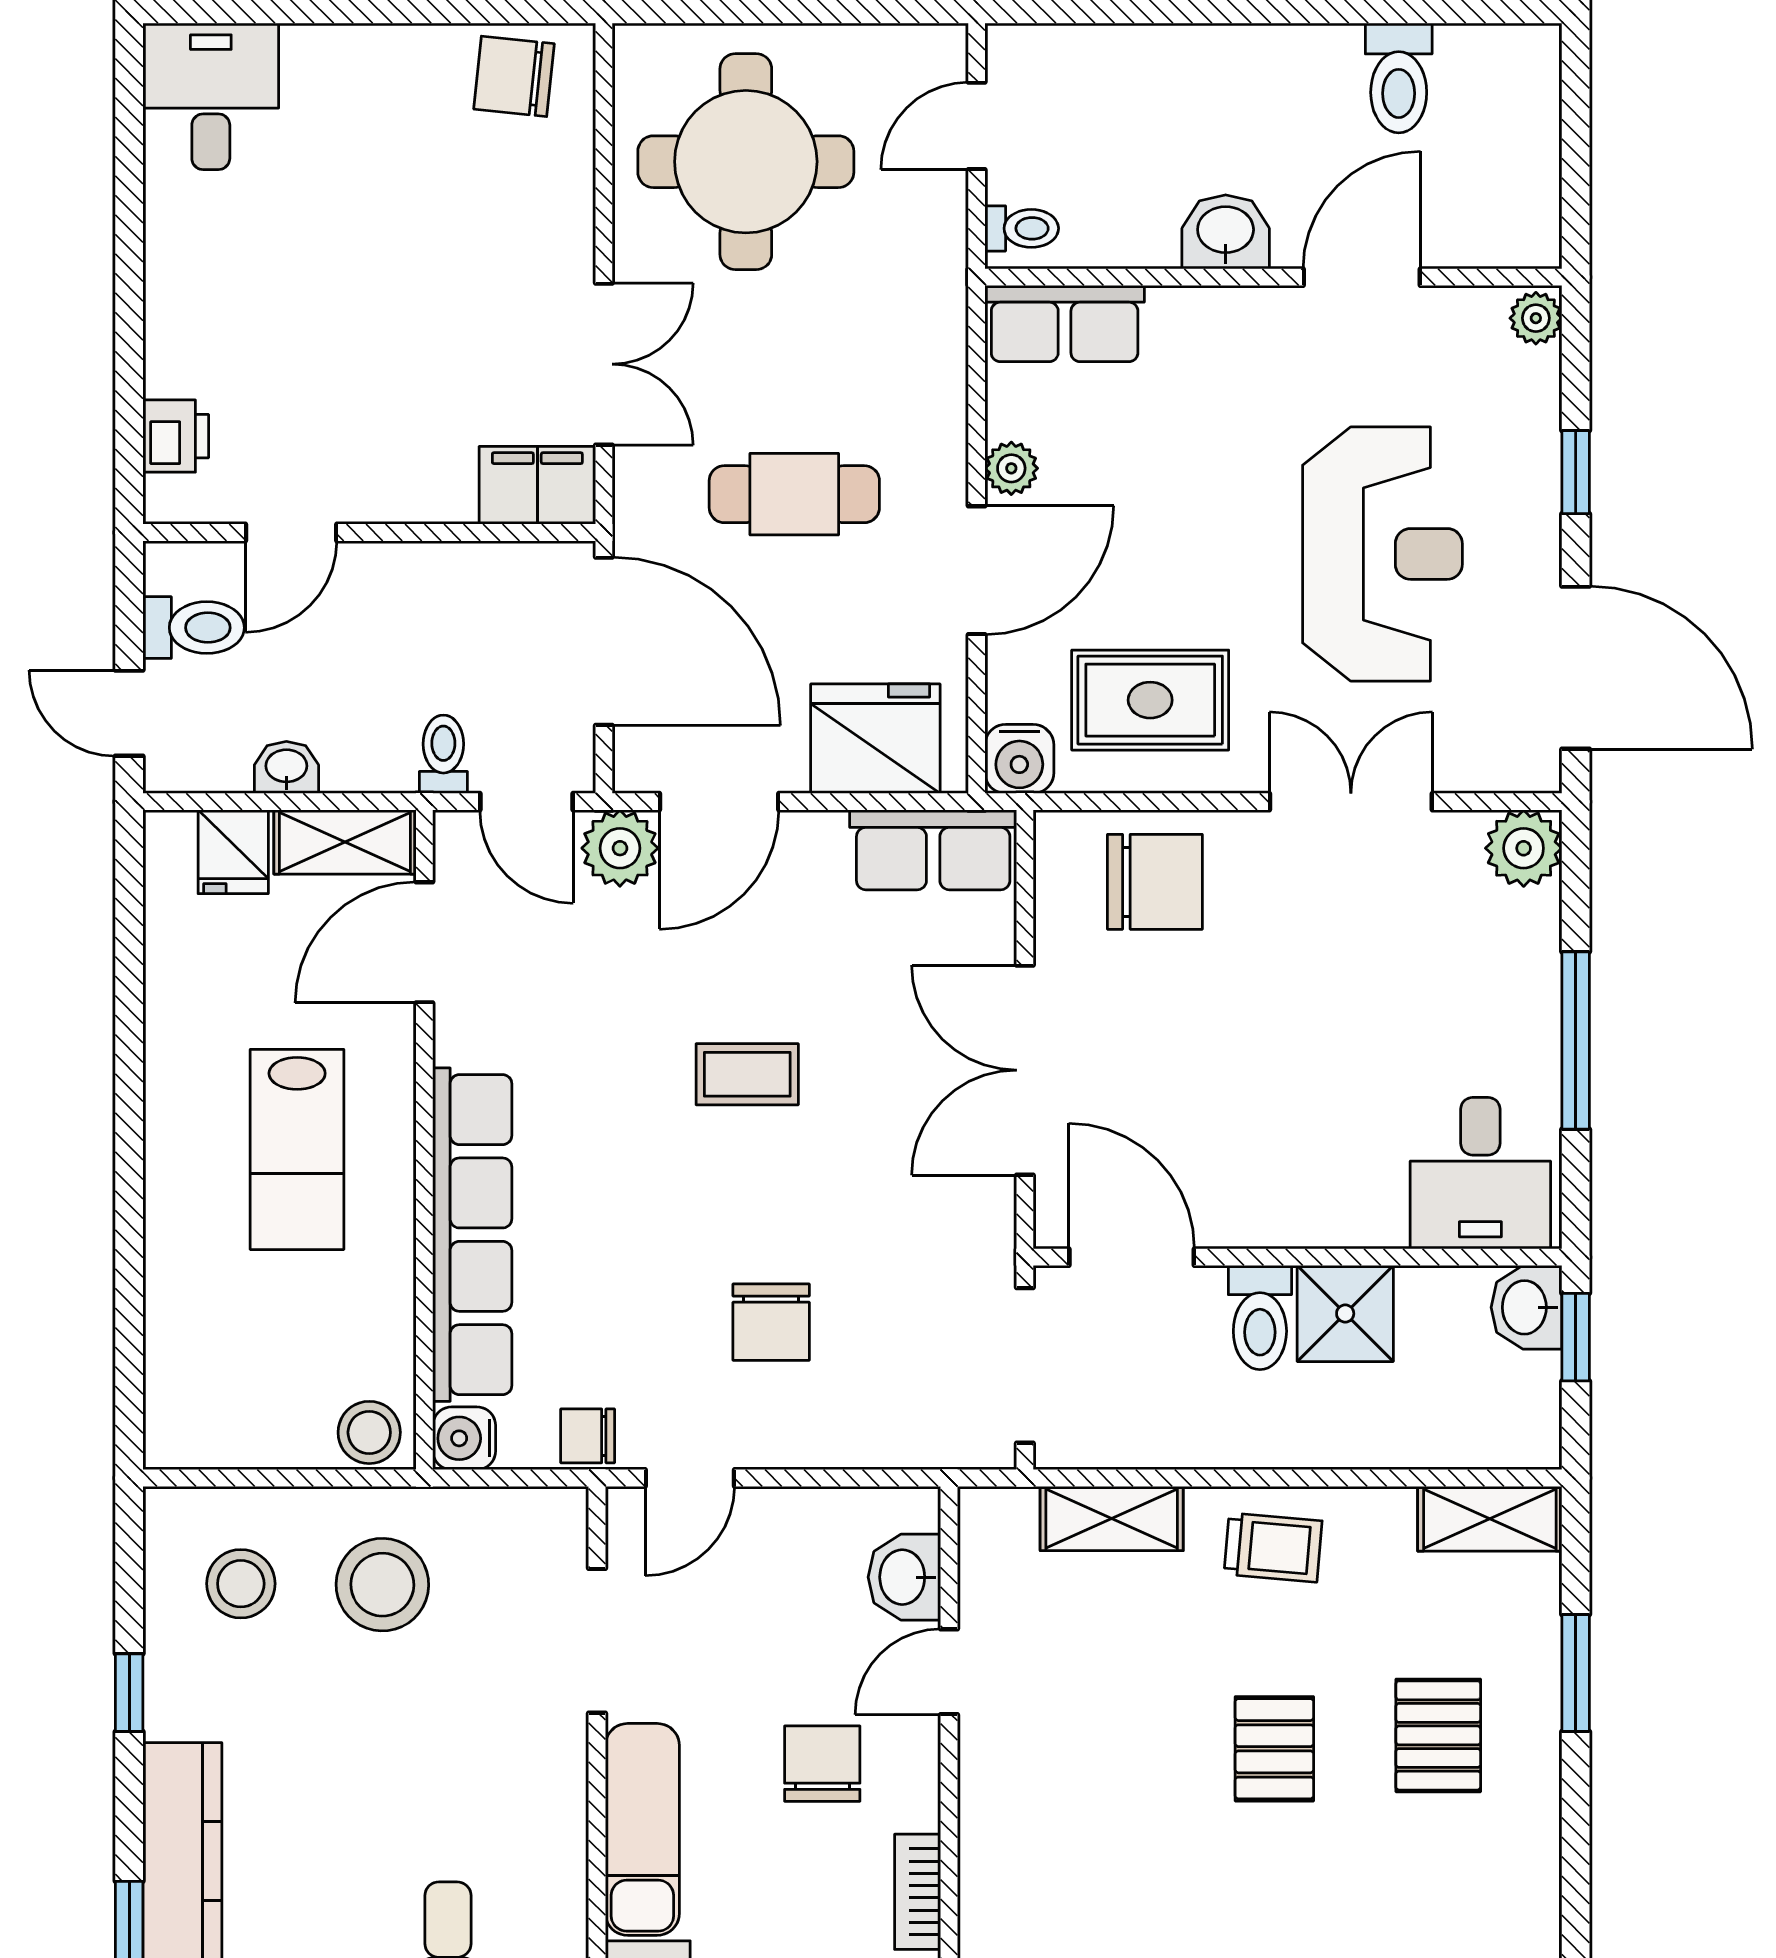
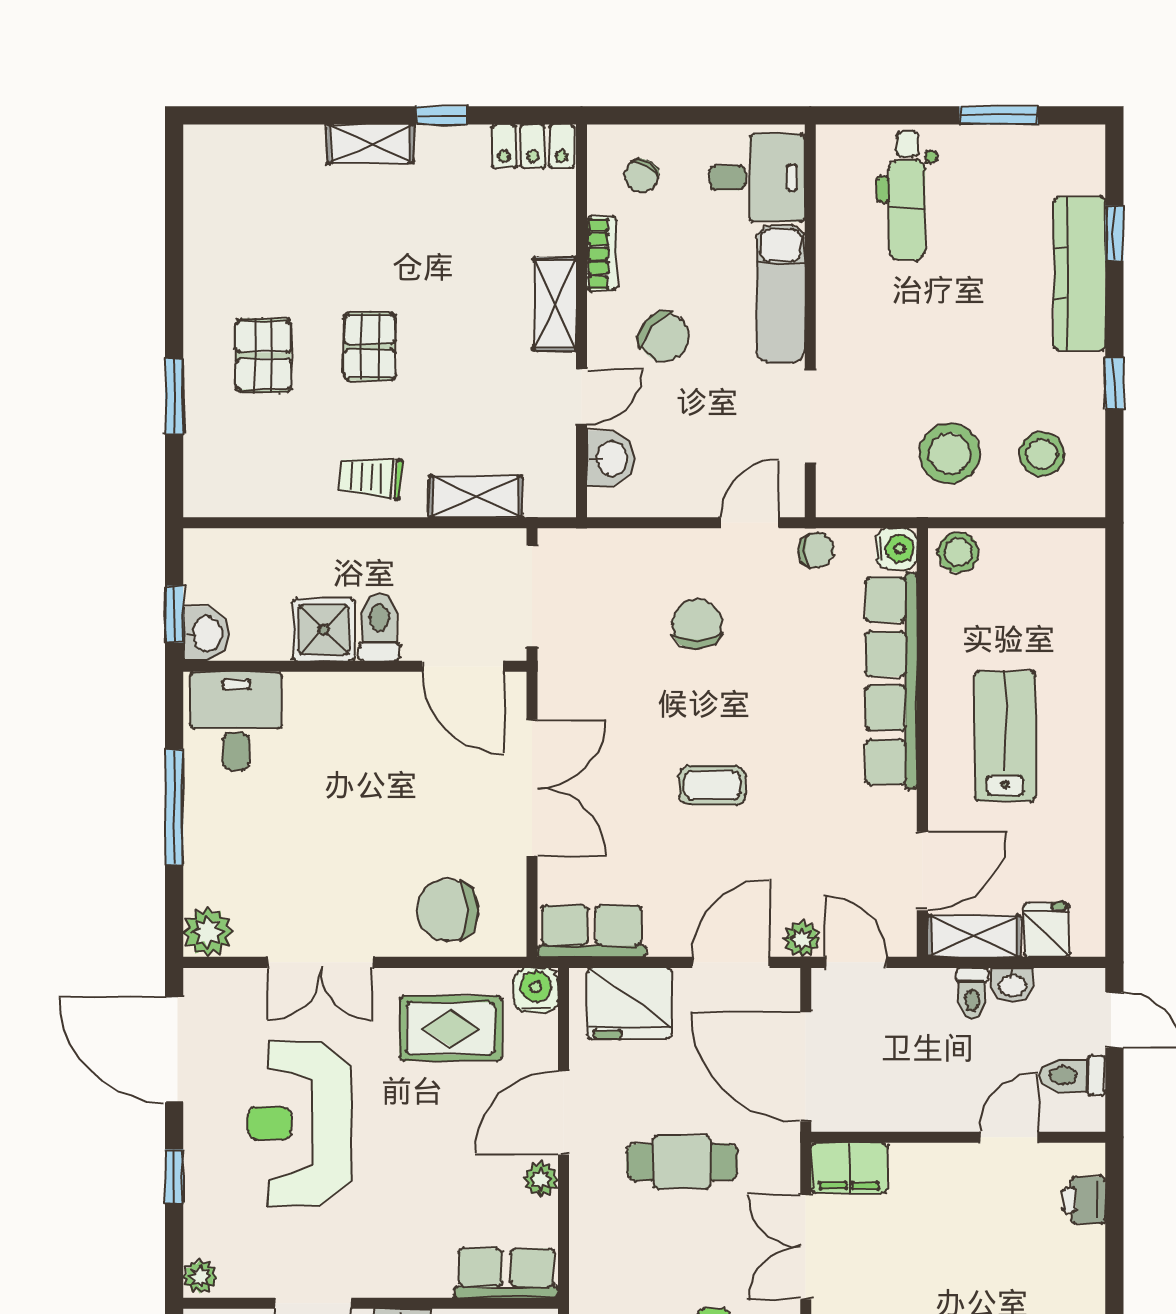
toilet: (443, 754) -> (972, 993), moved
plant: (620, 848) -> (802, 939), width x0.73, depth x0.73
shelving: (1490, 1519) -> (555, 304), moved, turned 90
chair: (822, 1764) -> (664, 337), turned -47

